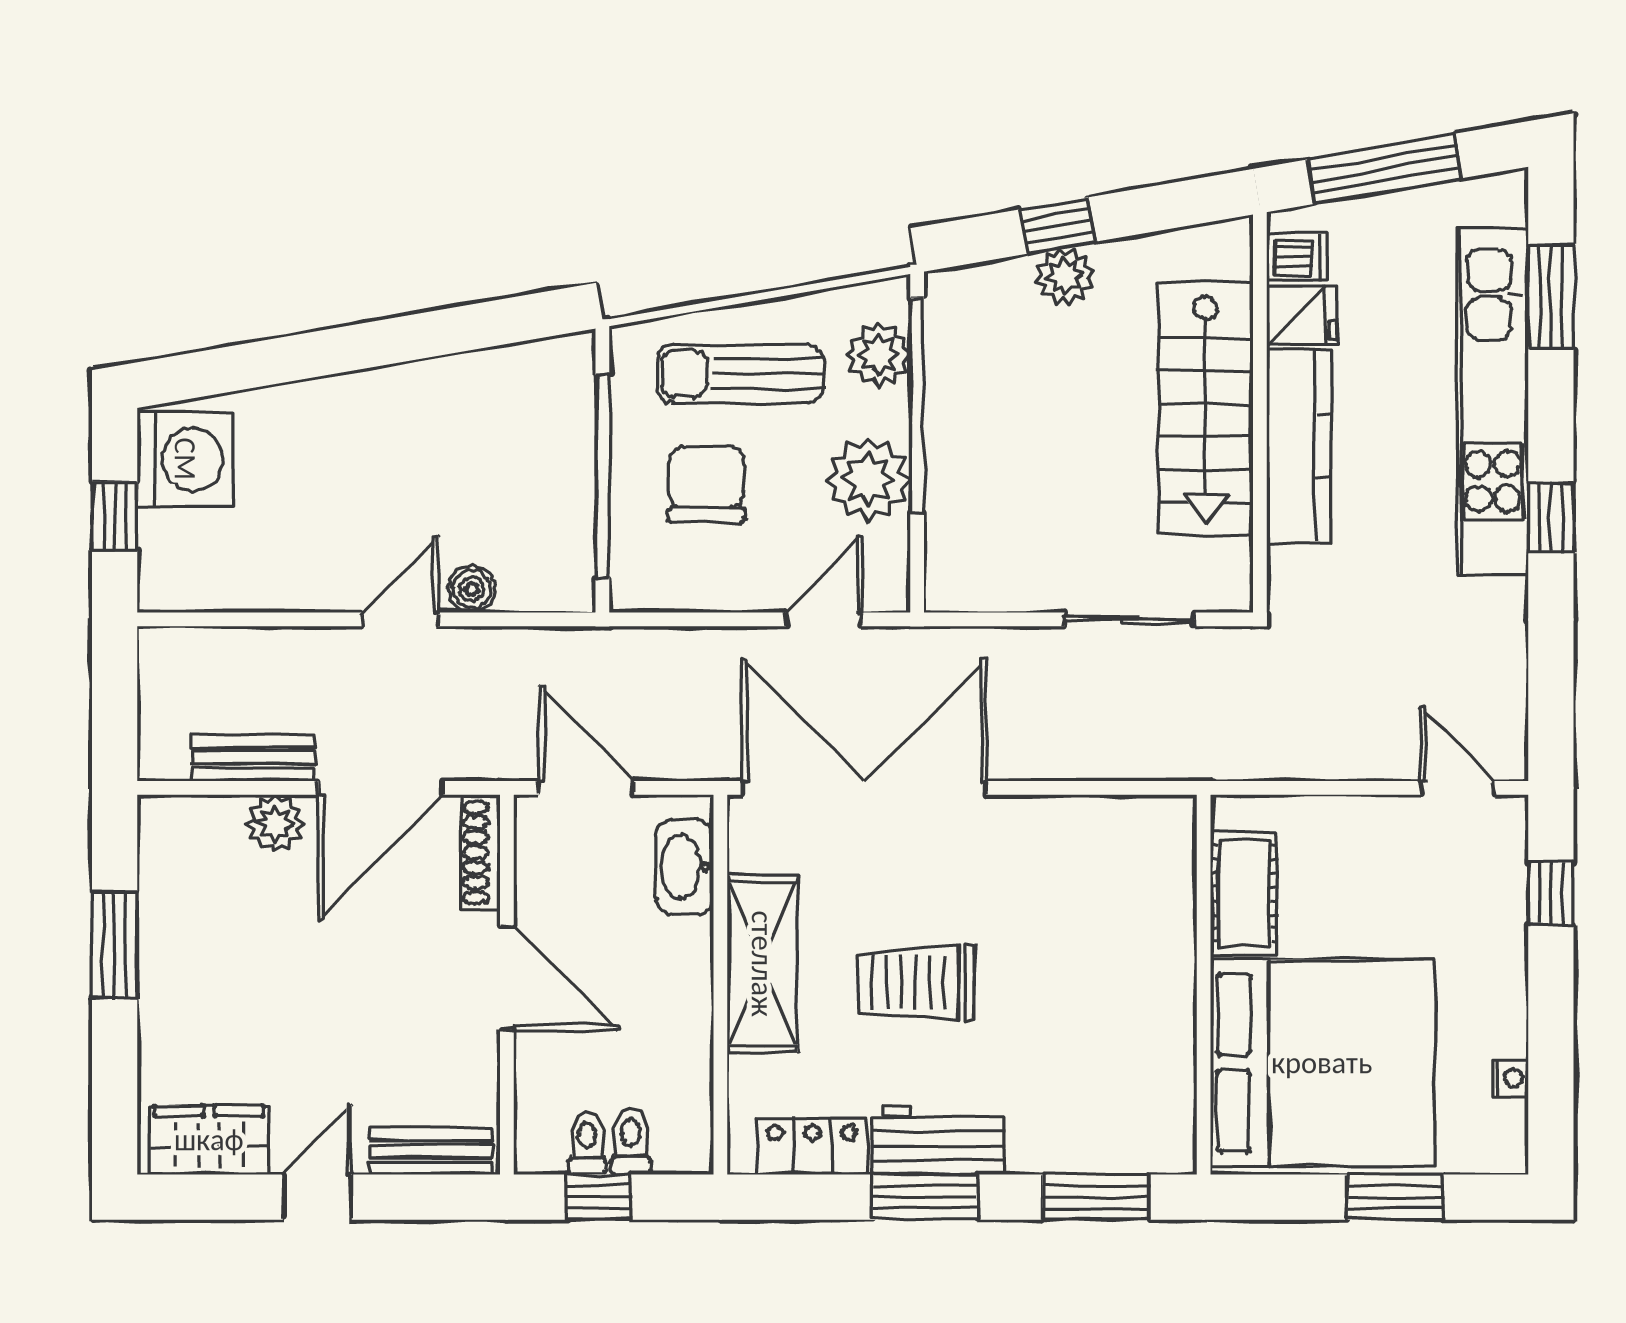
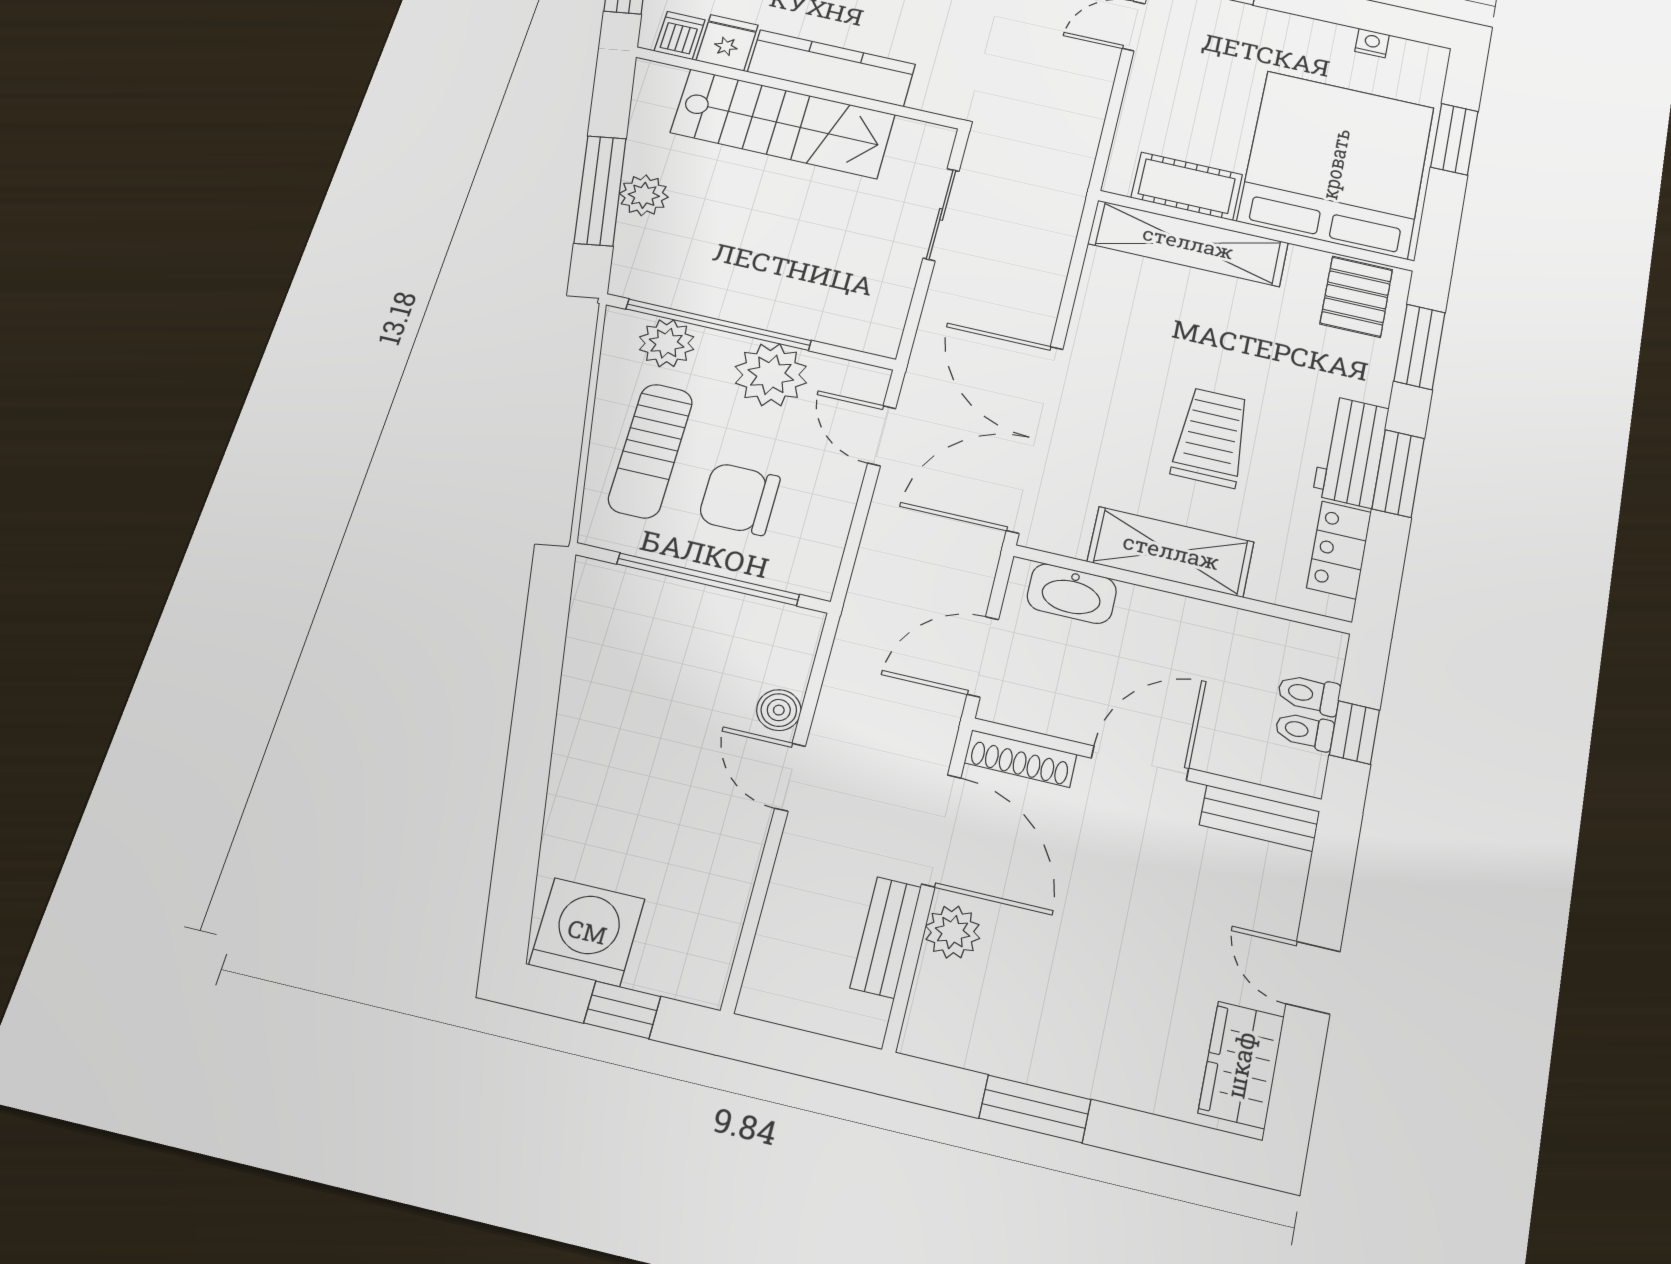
window: (1058, 226) -> (600, 191), width x2.17
shelving: (1166, 910) -> (1188, 243), added
trolley: (916, 982) -> (1211, 437), turned 180
pallet: (1144, 1115) -> (1356, 297), added
bench: (431, 1151) -> (1260, 818), moved, turned 90

